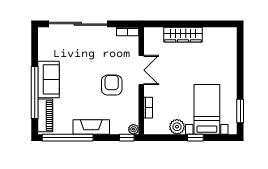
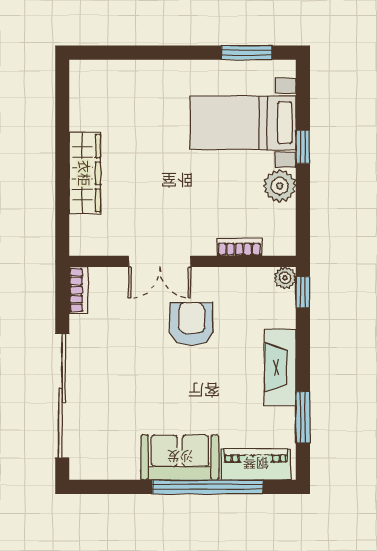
double door: (141, 70) -> (160, 261), swing flipped
armchair: (112, 85) -> (192, 324), turned 90
window: (68, 138) -> (303, 417), width x0.47

